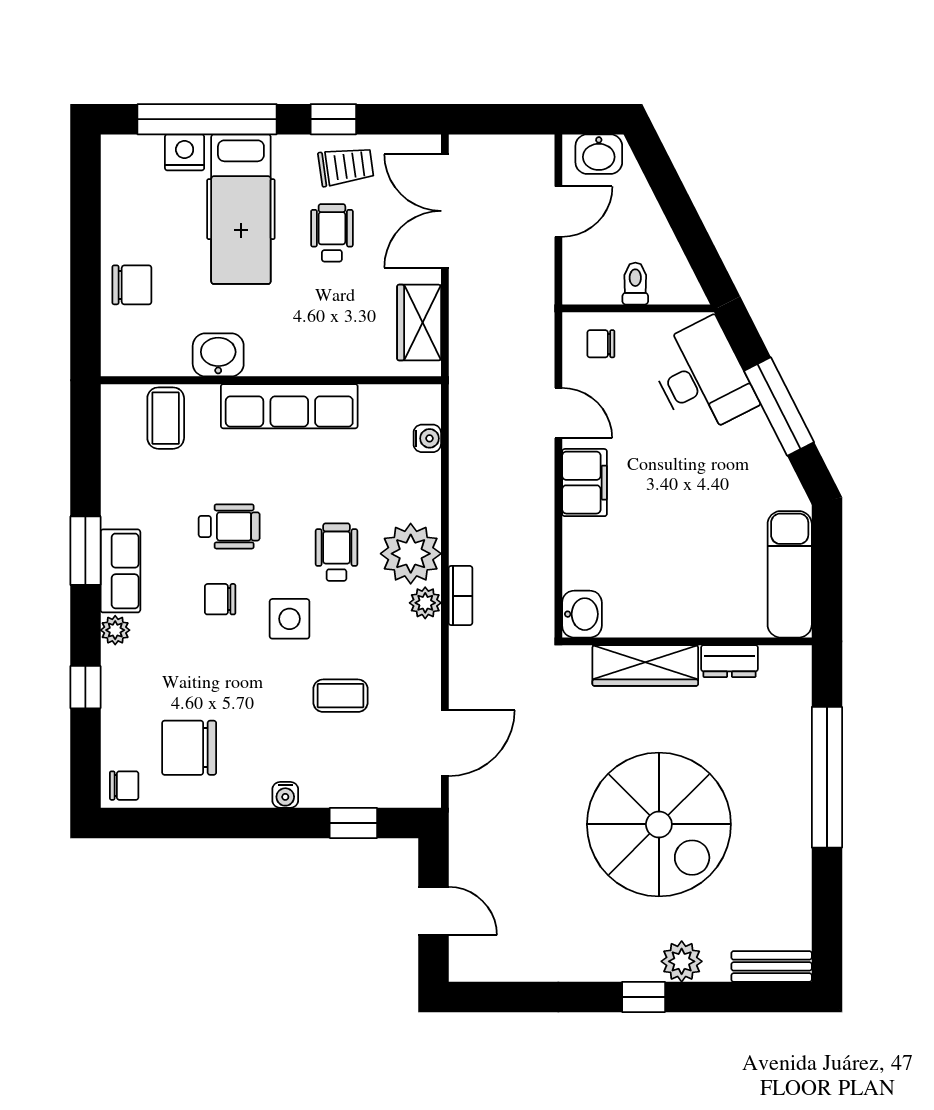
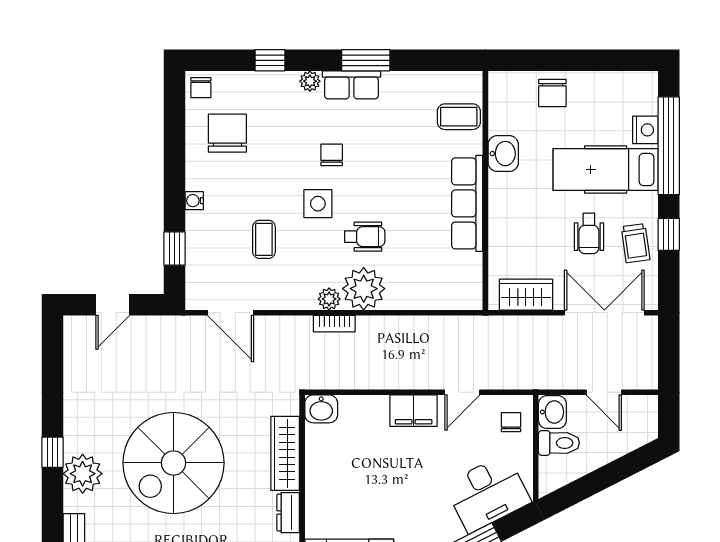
washbasin: (599, 154) -> (552, 412), moved, turned 180
wheelchair: (332, 233) -> (589, 233), turned 90
toilet: (635, 284) -> (559, 443), width x1.37, depth x1.39
water cooler: (427, 438) -> (445, 300), removed
wheelchair: (229, 526) -> (383, 161), removed
plant: (682, 961) -> (83, 474), width x1.36, depth x1.36

